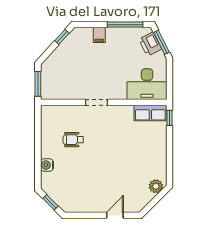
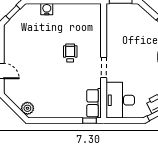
doorway: (97, 102) -> (104, 67), moved
wheelchair: (73, 140) -> (70, 53), moved

